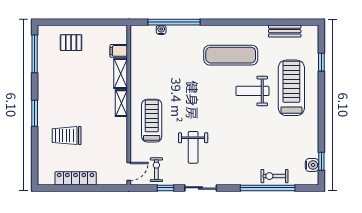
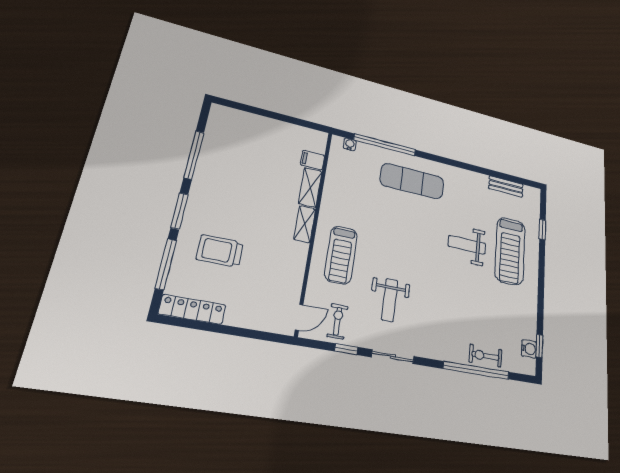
water cooler: (161, 30) -> (350, 144), moved
pallet: (71, 43) -> (252, 135), removed
window: (35, 54) -> (194, 155), moved
exercise mat: (231, 55) -> (412, 181), moved
treadmill: (291, 88) -> (510, 251), turned 180
treadmill: (152, 121) -> (341, 255), turned 180
window: (35, 152) -> (166, 264), added
locker: (76, 178) -> (192, 309), moved

